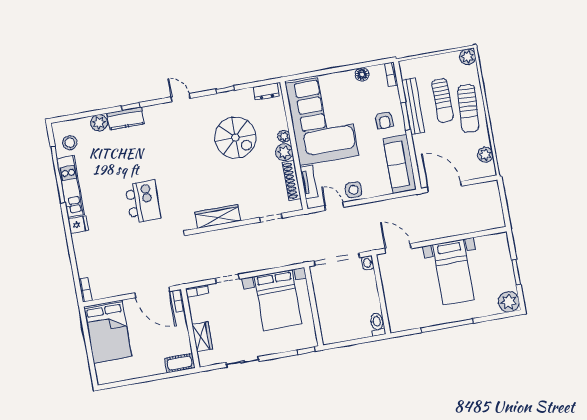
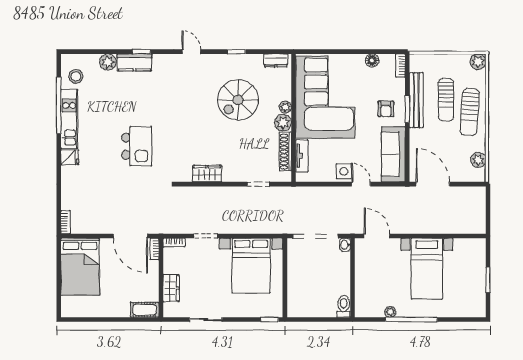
spiral stairs: (235, 138) -> (238, 100), turned 90
door: (334, 206) -> (361, 184), moved
wardrobe: (218, 216) -> (207, 174), width x0.67
plant: (509, 302) -> (390, 312), moved, width x0.53, depth x0.53

